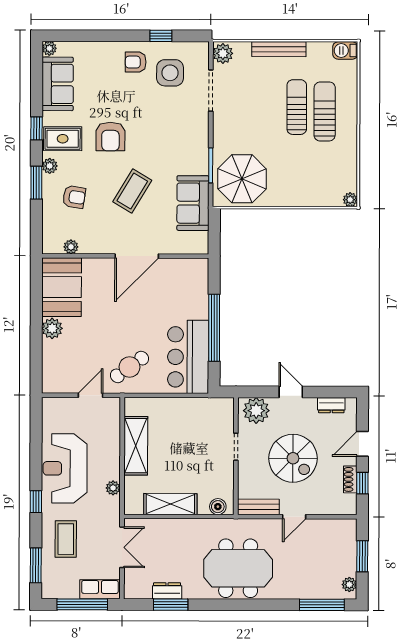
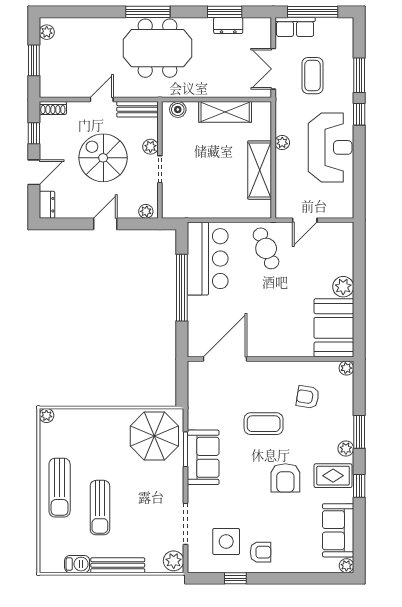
barbecue: (345, 51) -> (77, 564), moved
sun lounger: (325, 111) -> (60, 488), moved
armchair: (110, 136) -> (285, 478), turned 180
coffee table: (132, 191) -> (264, 424), turned 59
armchair: (74, 197) -> (308, 397), moved
sofa: (193, 203) -> (203, 457), moved
plant: (71, 247) -> (346, 368), moved
door: (137, 256) -> (225, 359), moved
cafe table: (129, 367) -> (266, 248), turned -76
door: (291, 392) -> (105, 224), swing flipped
dresser: (331, 405) -> (47, 205), moved, turned 90
plant: (256, 411) -> (146, 211), width x0.53, depth x0.53
plant: (245, 469) -> (150, 147), added
shoe rack: (350, 479) -> (53, 108), moved, turned 90
plant: (113, 488) -> (282, 143), moved
coffee table: (66, 539) -> (313, 76), moved
window: (36, 565) -> (359, 75), moved
window: (322, 605) -> (148, 12), moved

